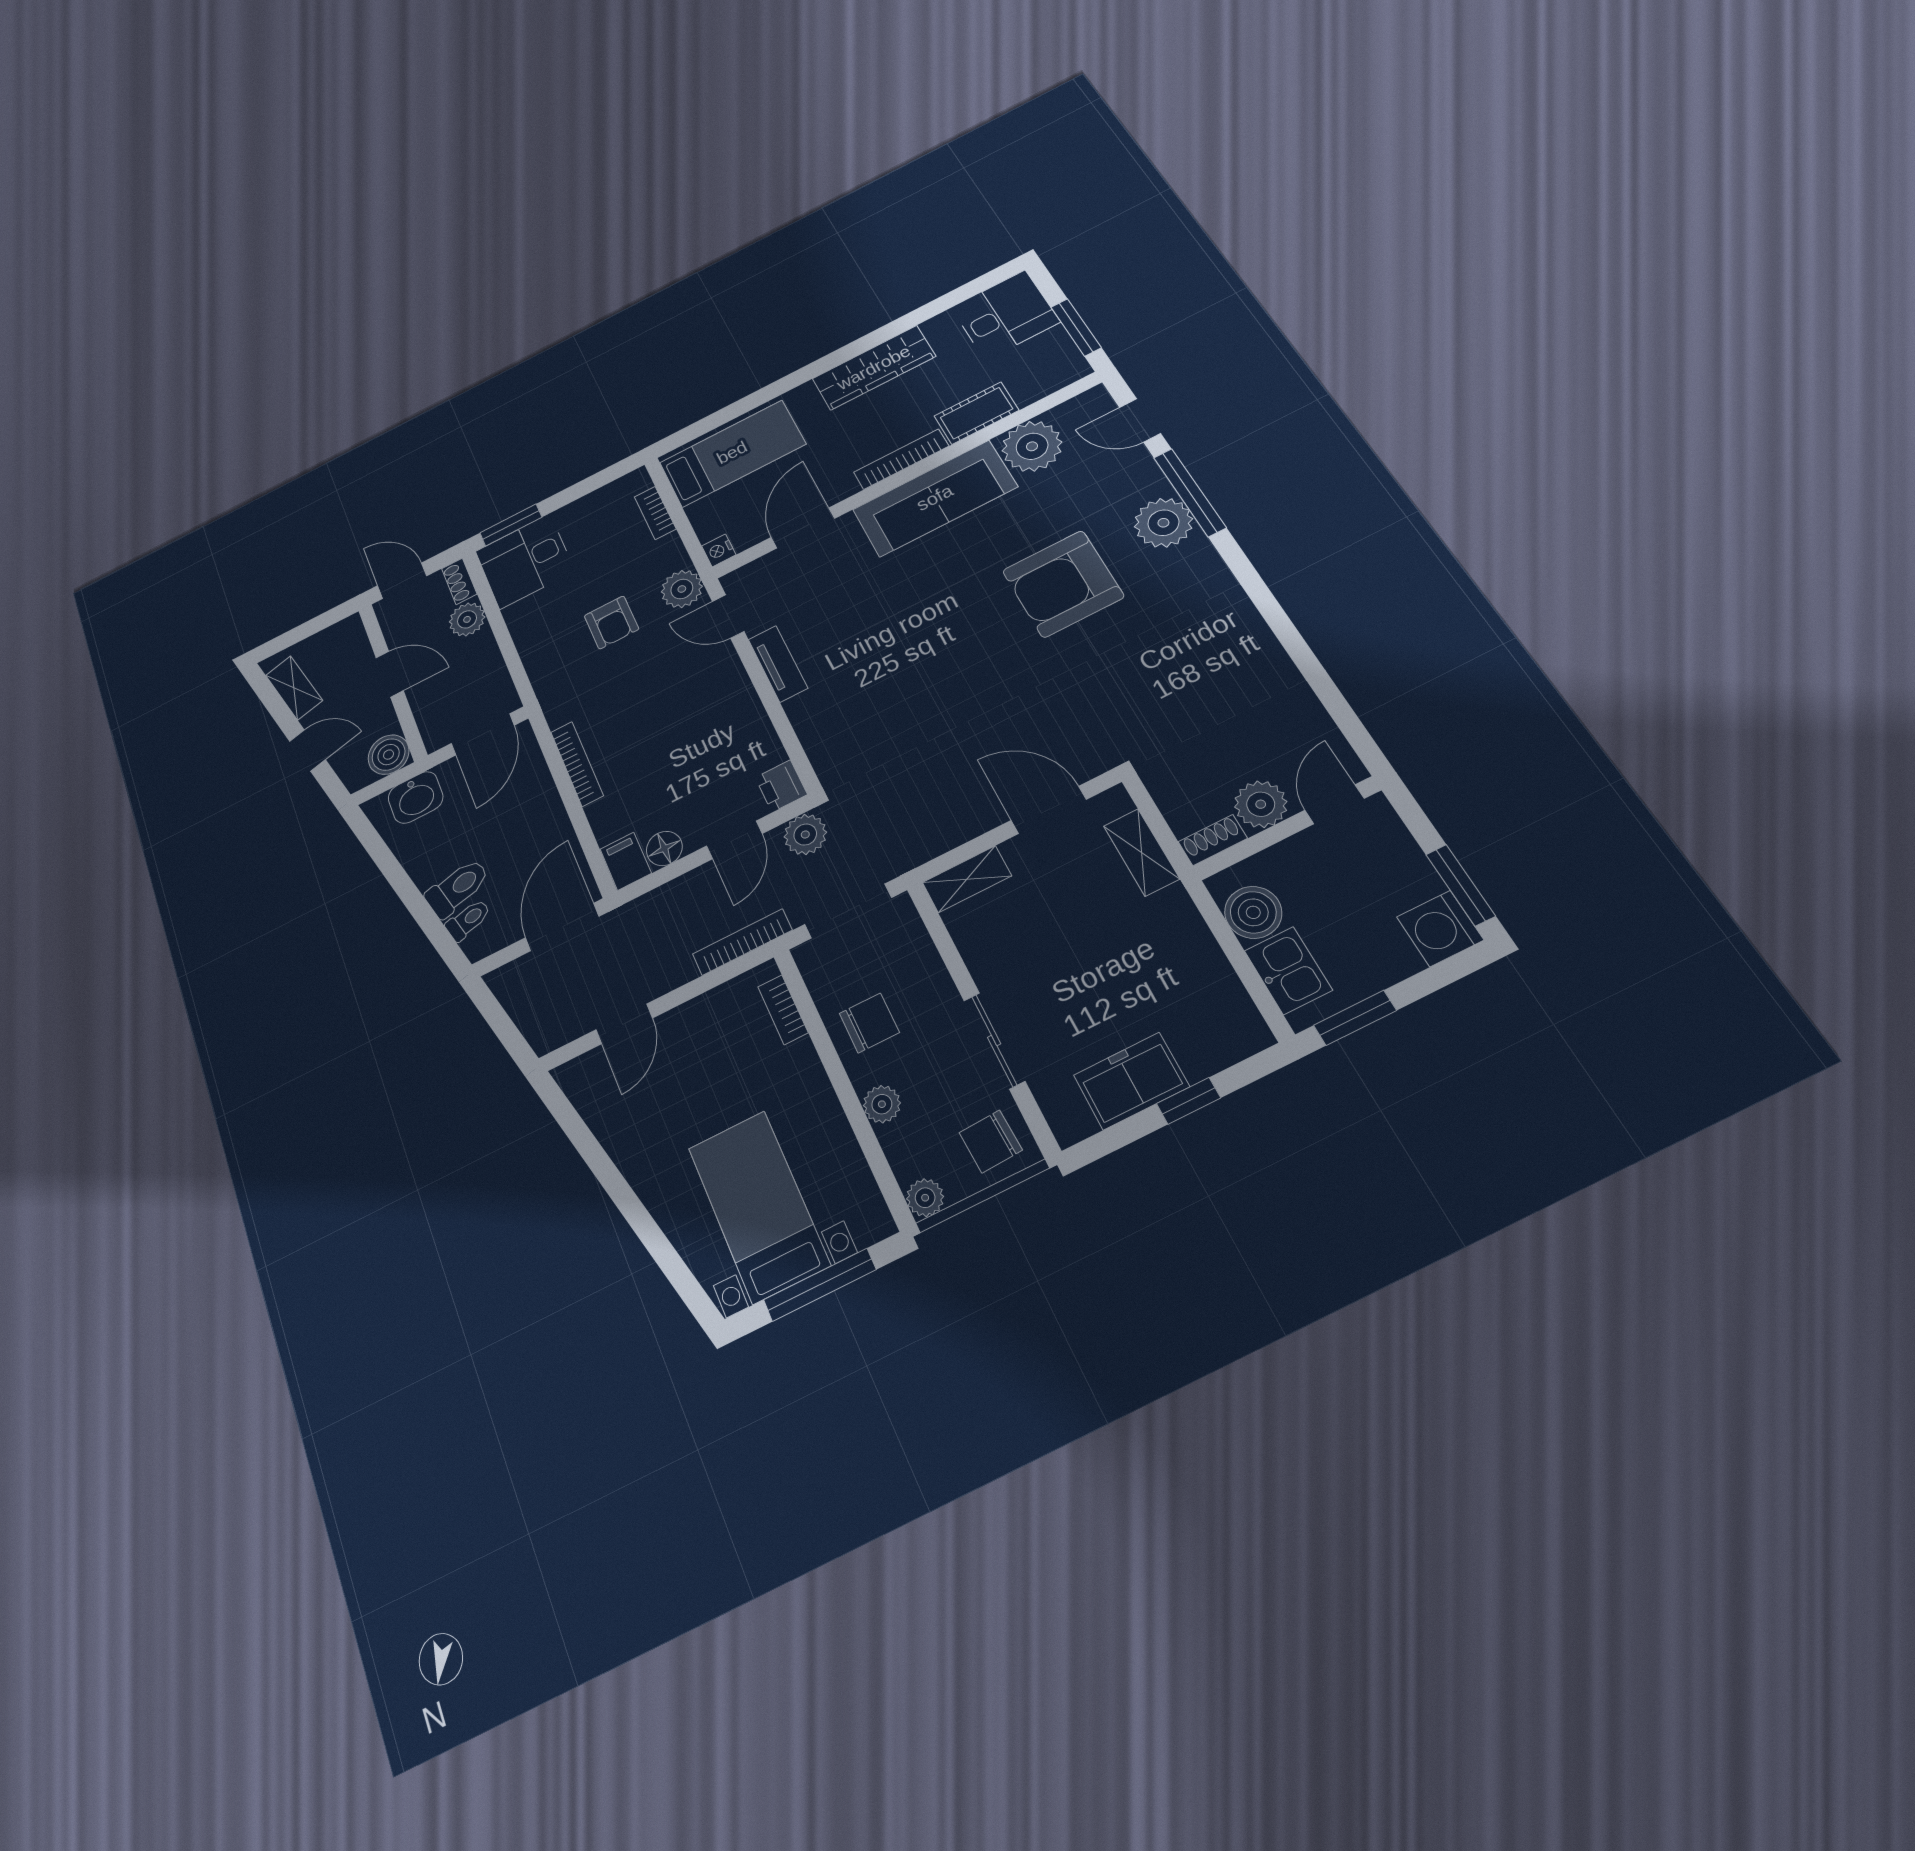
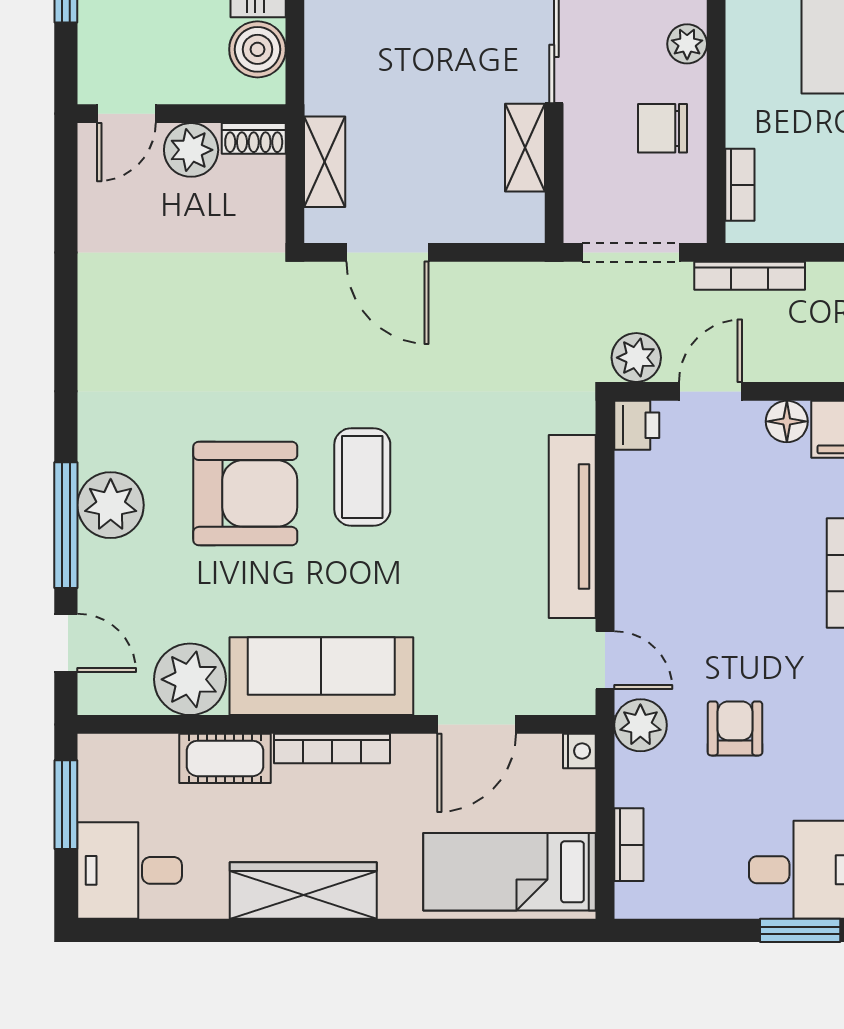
coffee table: (978, 641) -> (362, 477), added
tv unit: (778, 664) -> (572, 526), width x1.92, depth x1.29
shelving: (967, 879) -> (525, 148), moved, turned 90

